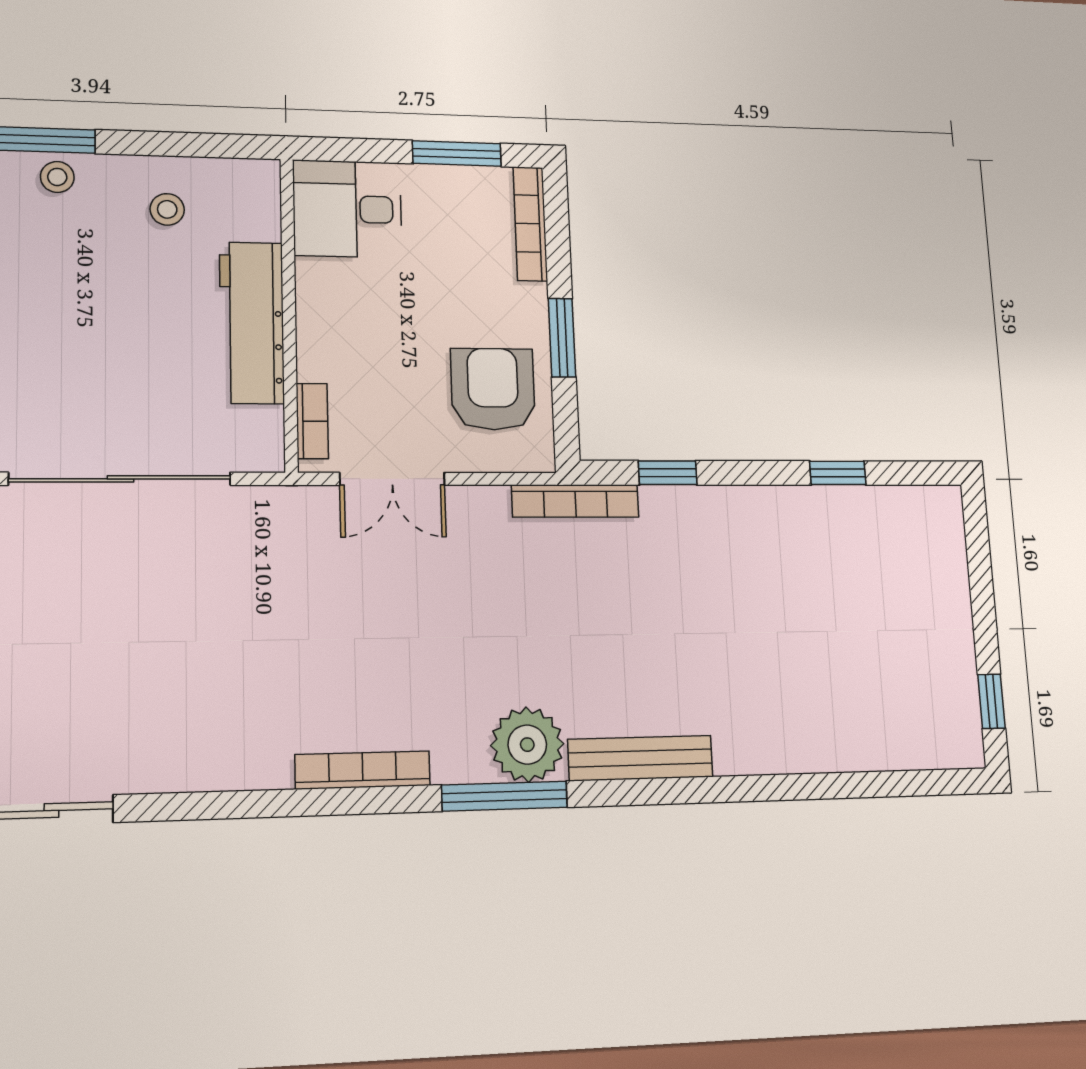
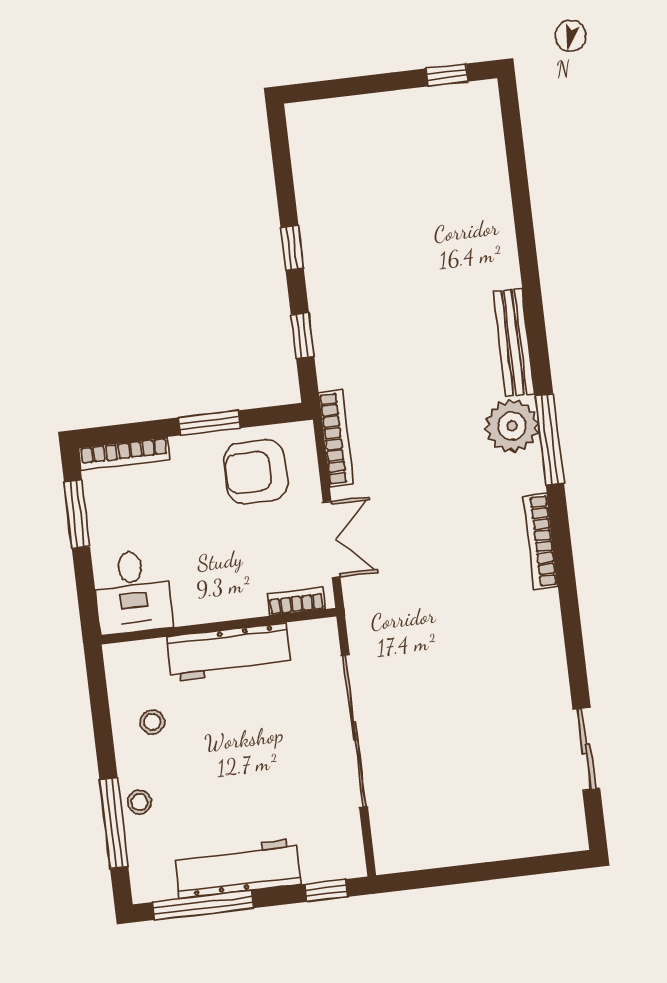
window: (838, 473) -> (292, 248), moved
bookcase: (575, 501) -> (336, 438), moved

